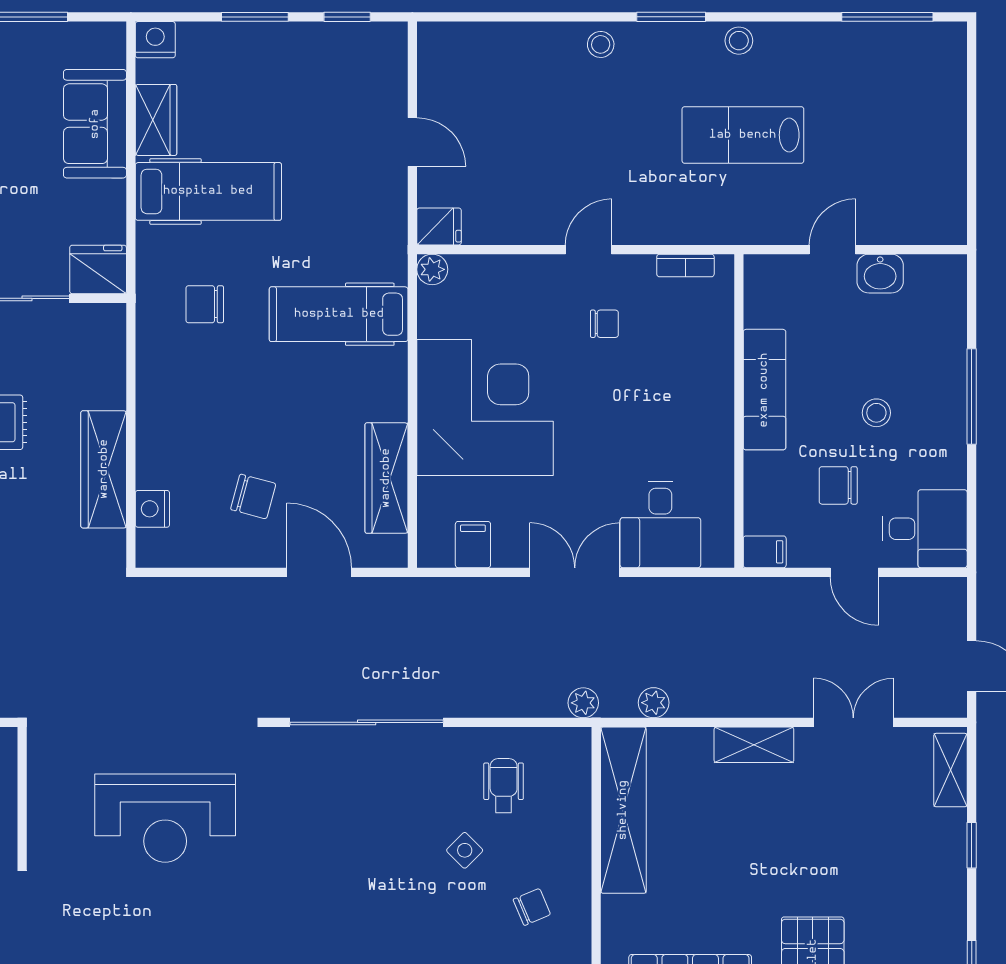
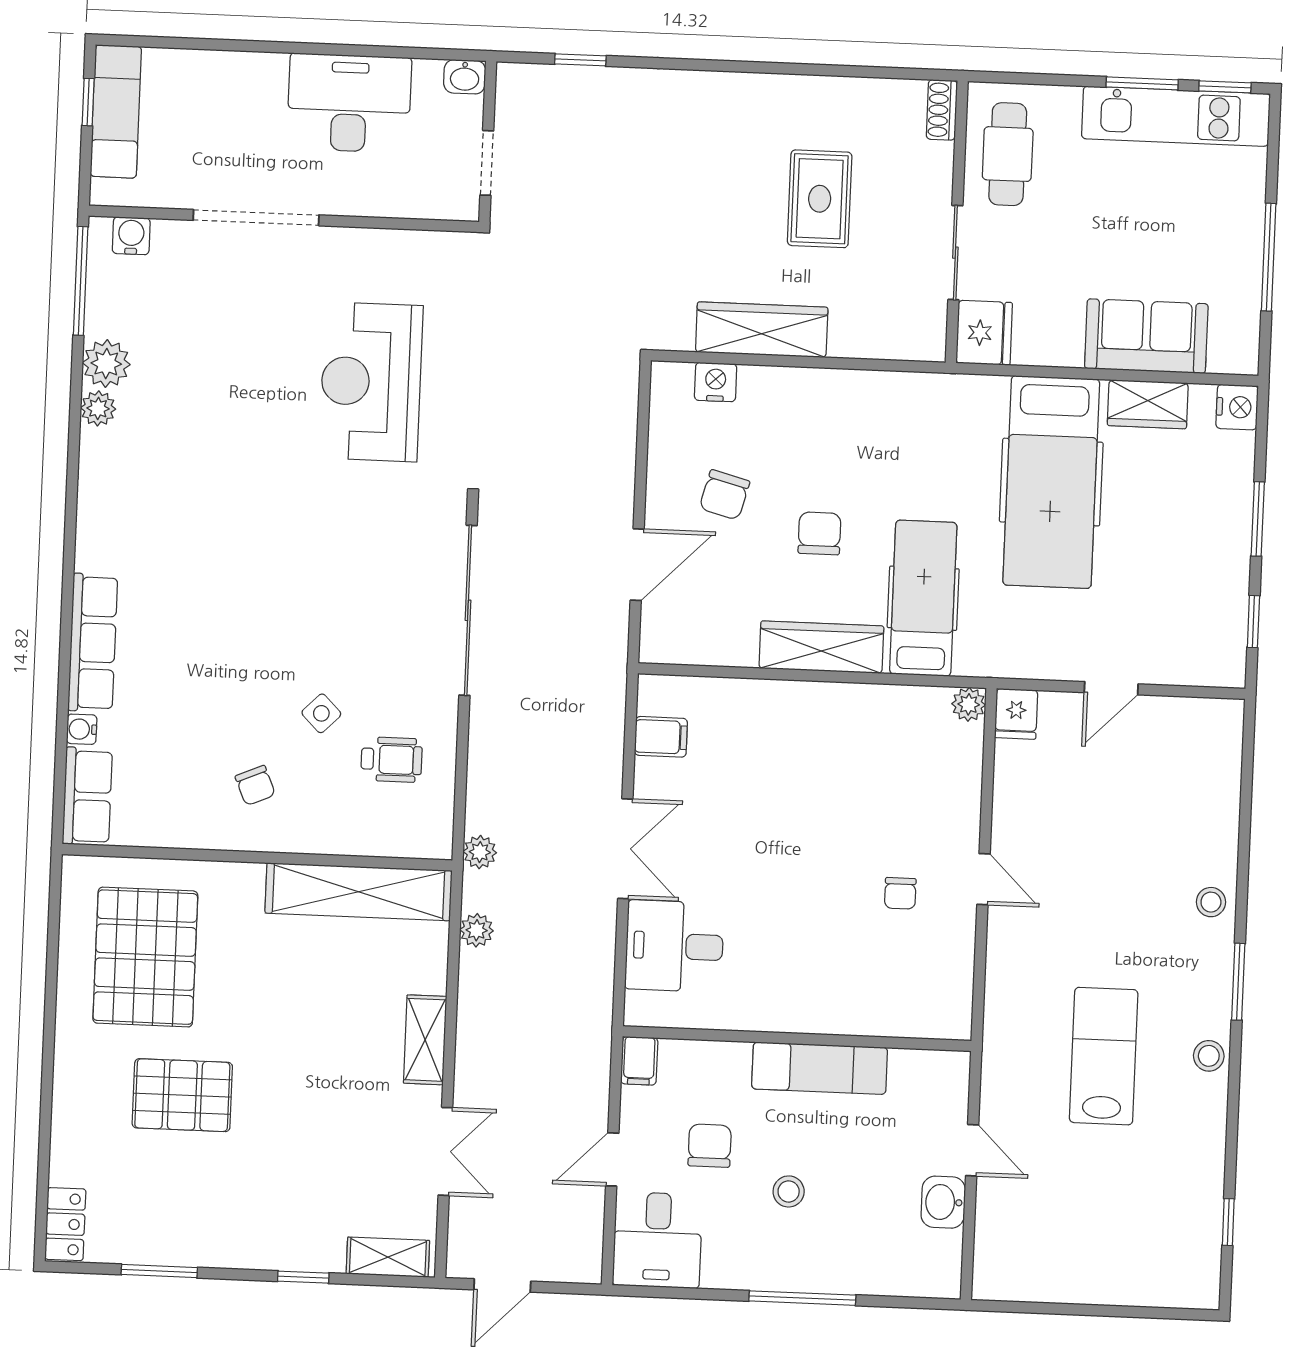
window: (887, 17) -> (1228, 1222), width x0.46
hospital bed: (208, 191) -> (1051, 482), width x1.37, depth x1.29
bookcase: (685, 265) -> (961, 986), removed
chair: (205, 304) -> (819, 533), moved
corner desk: (485, 408) -> (813, 757), removed
wardrobe: (386, 478) -> (821, 647), moved

